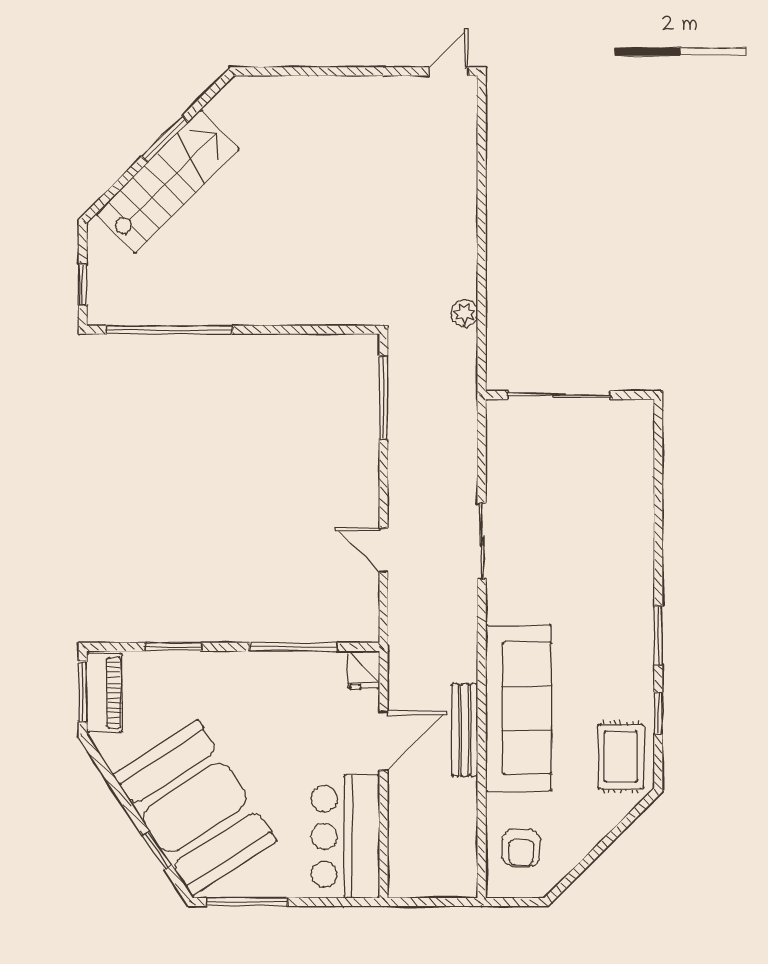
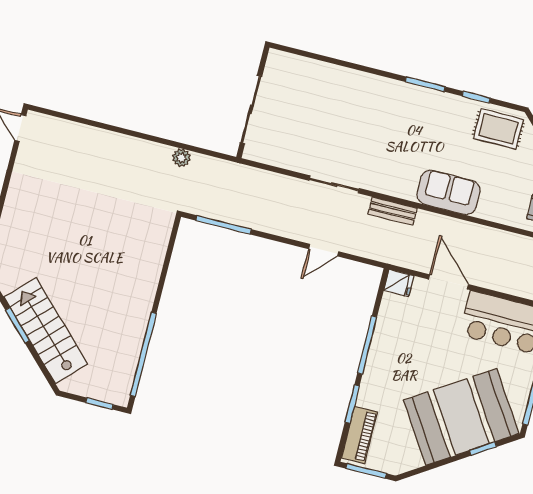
window: (293, 647) -> (367, 345), moved
piano: (104, 693) -> (359, 435), moved, turned 90
sofa: (519, 708) -> (448, 192), width x0.54, depth x0.79
bench: (465, 730) -> (393, 211), moved, width x0.73

